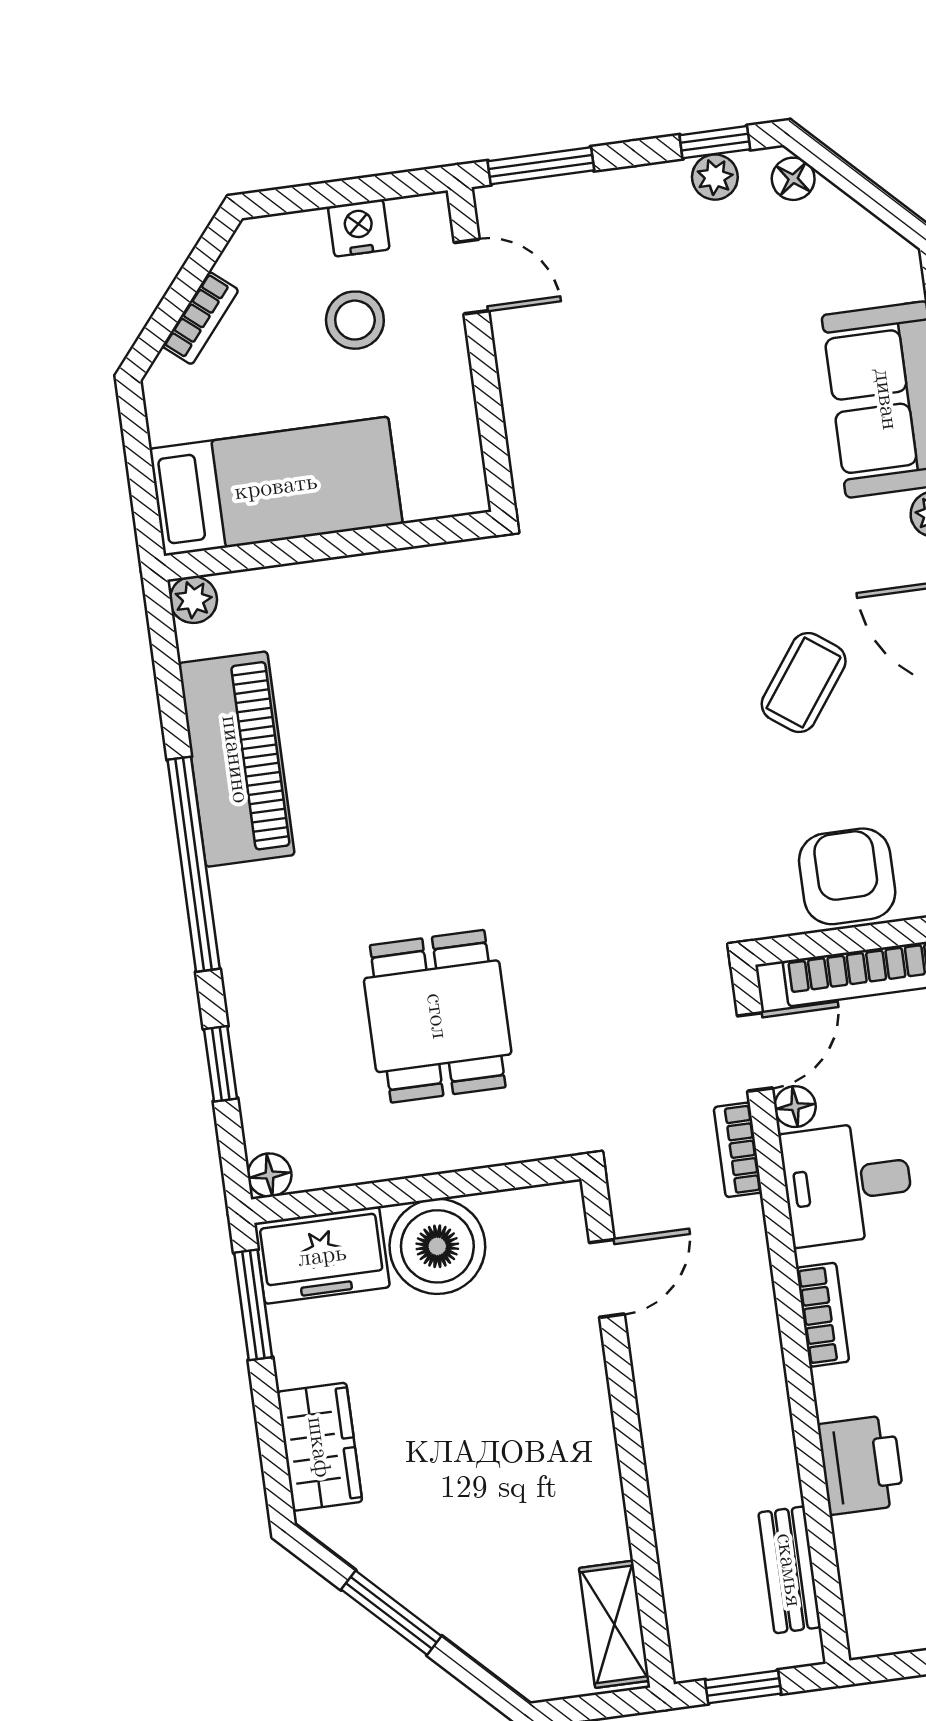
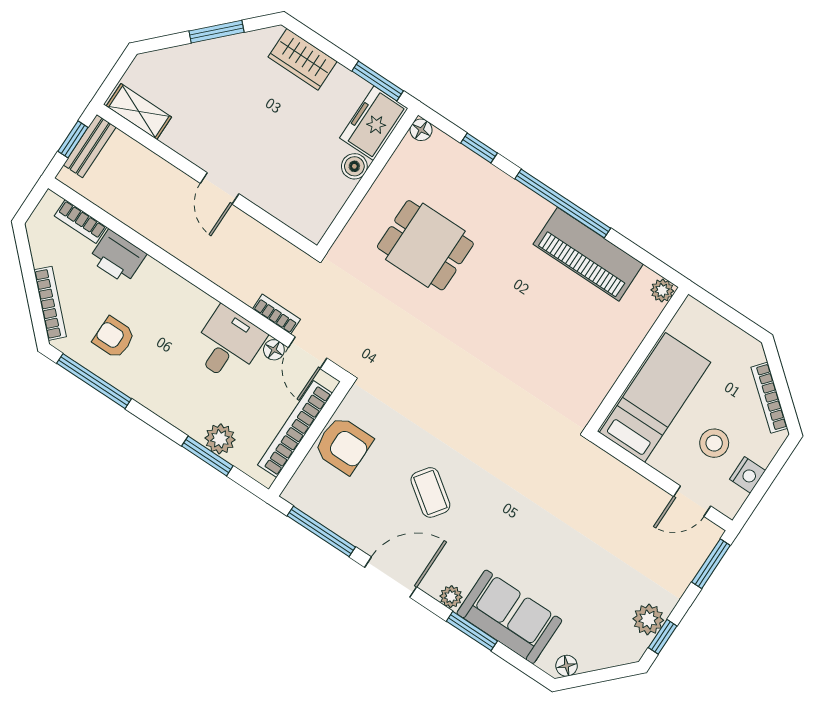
plant: (715, 177) -> (648, 619), width x1.38, depth x1.38
floor lamp: (793, 179) -> (567, 666), moved
bookcase: (200, 318) -> (769, 398), width x1.56
bed: (276, 486) -> (655, 397), moved, turned 180
boiler: (437, 1246) -> (354, 166), width x0.54, depth x0.54
door: (607, 1278) -> (220, 188), moved
bookcase: (823, 1315) -> (81, 222), moved
bench: (790, 1570) -> (90, 146), moved, turned 90

